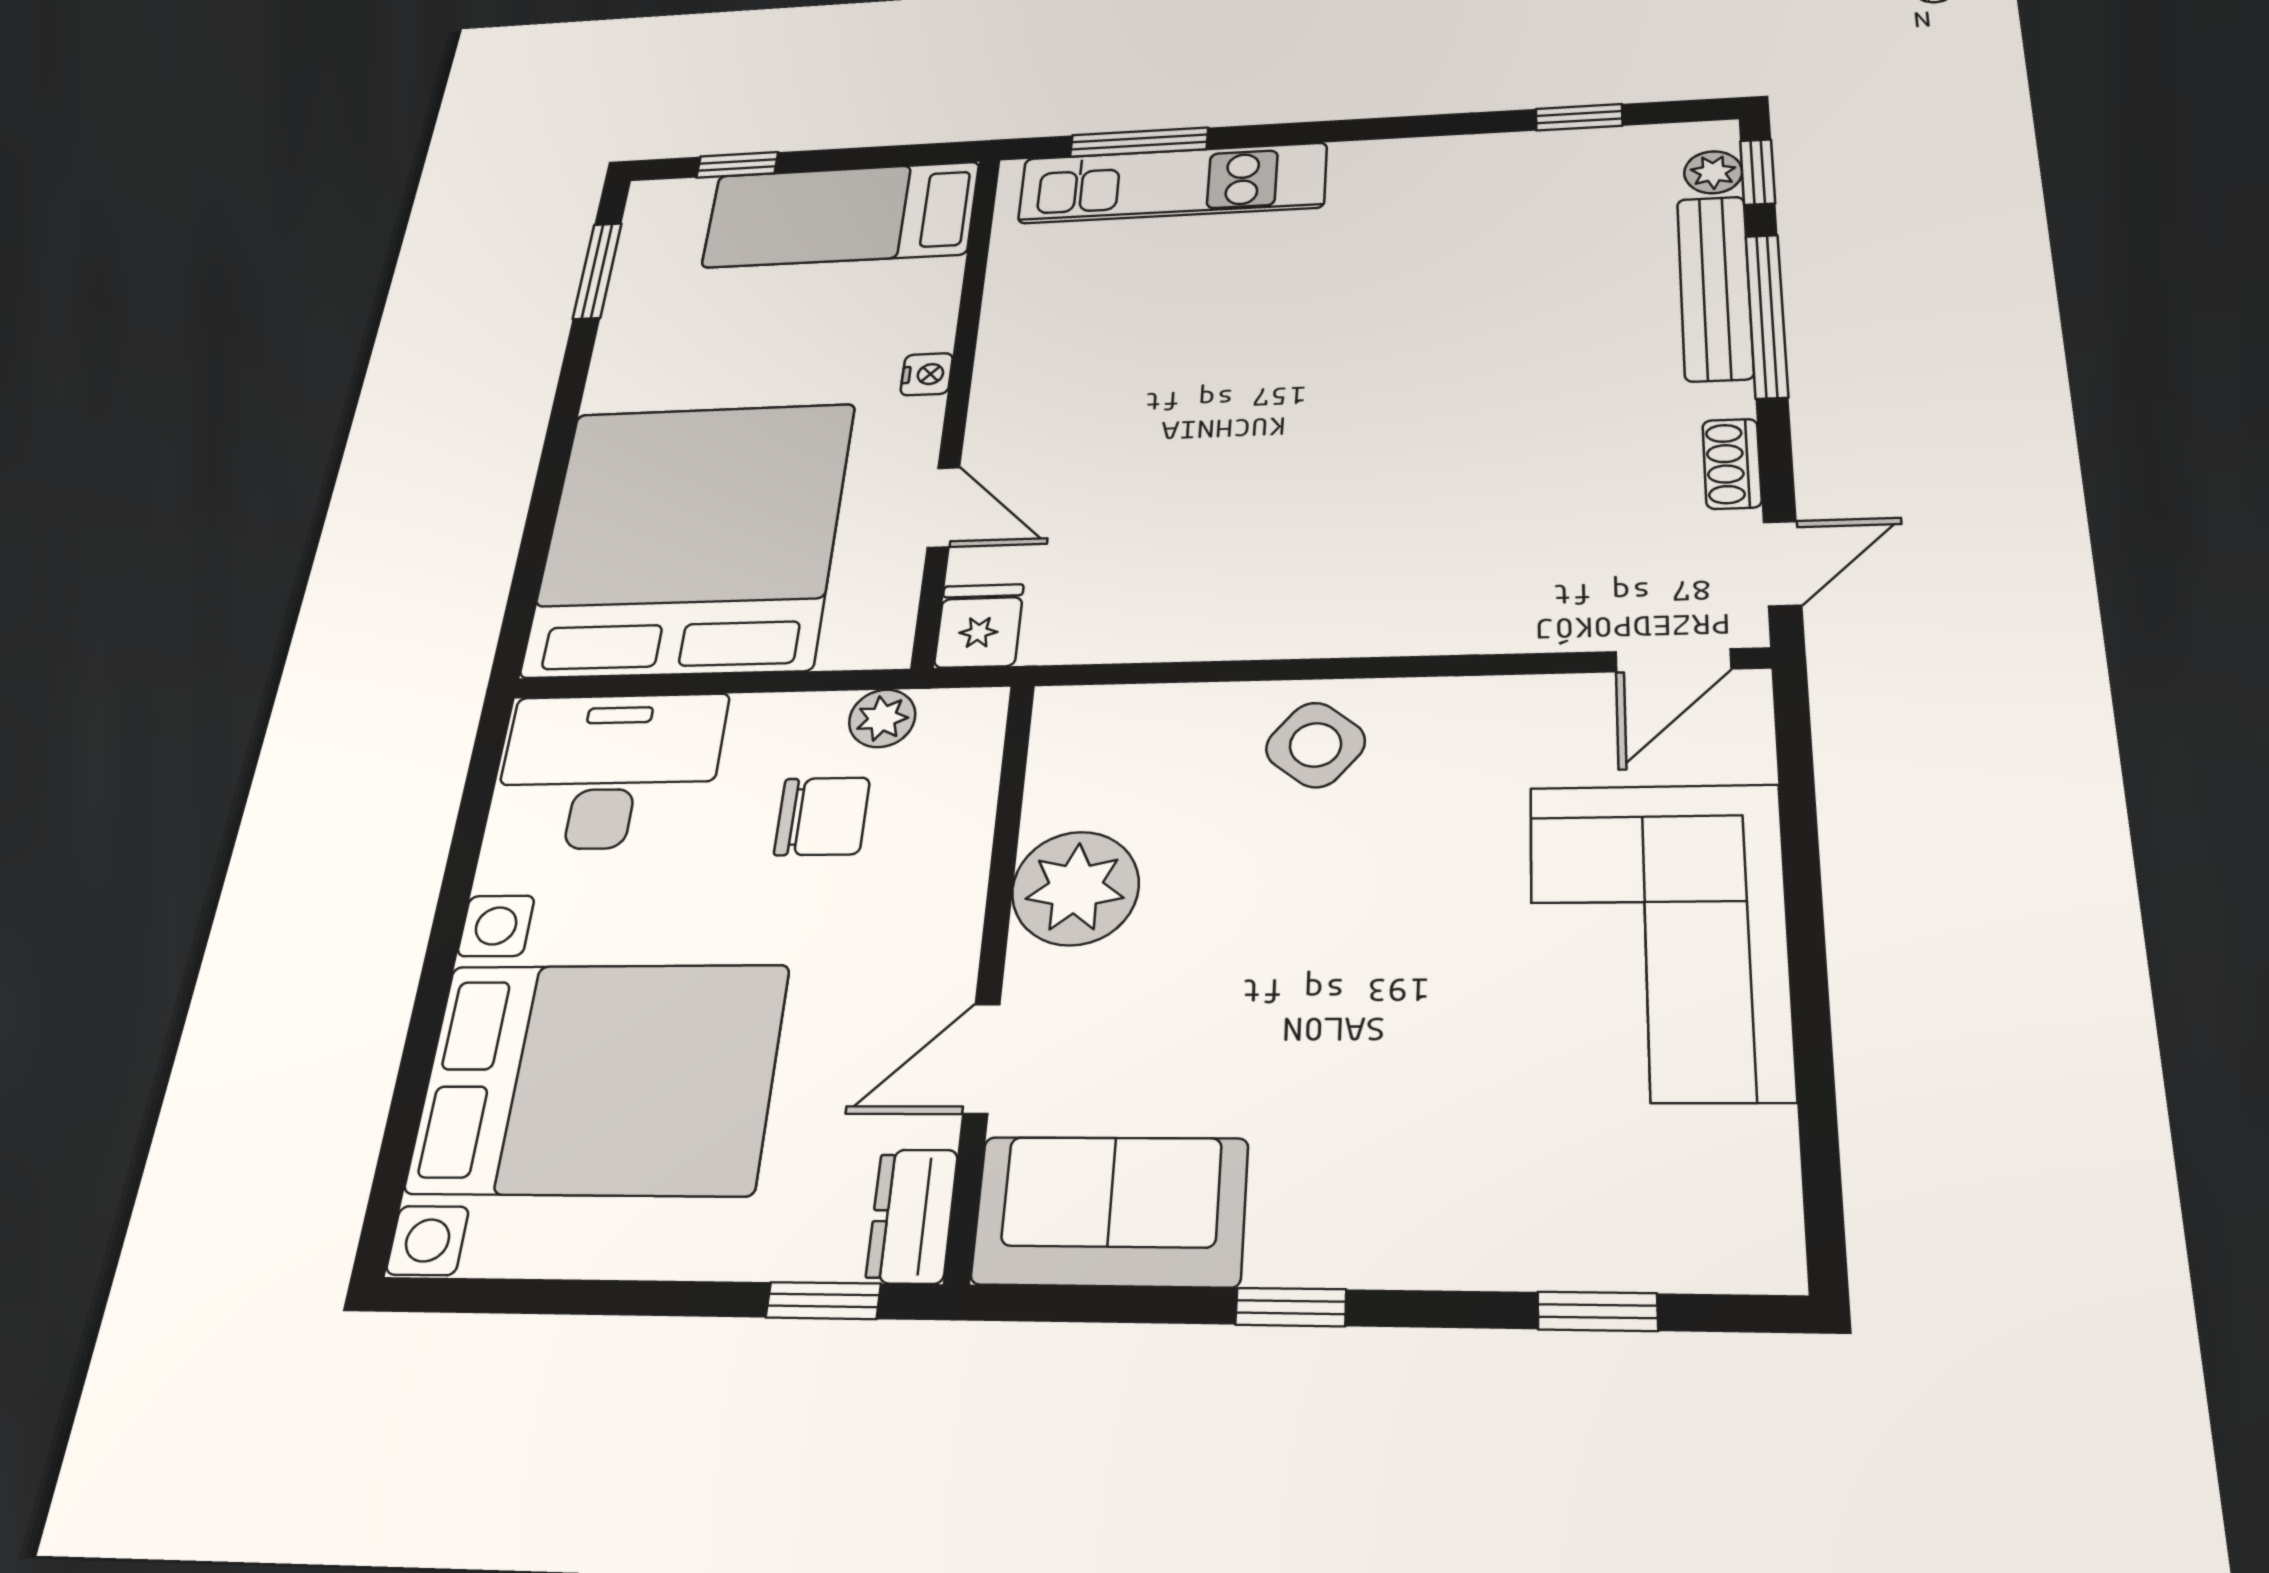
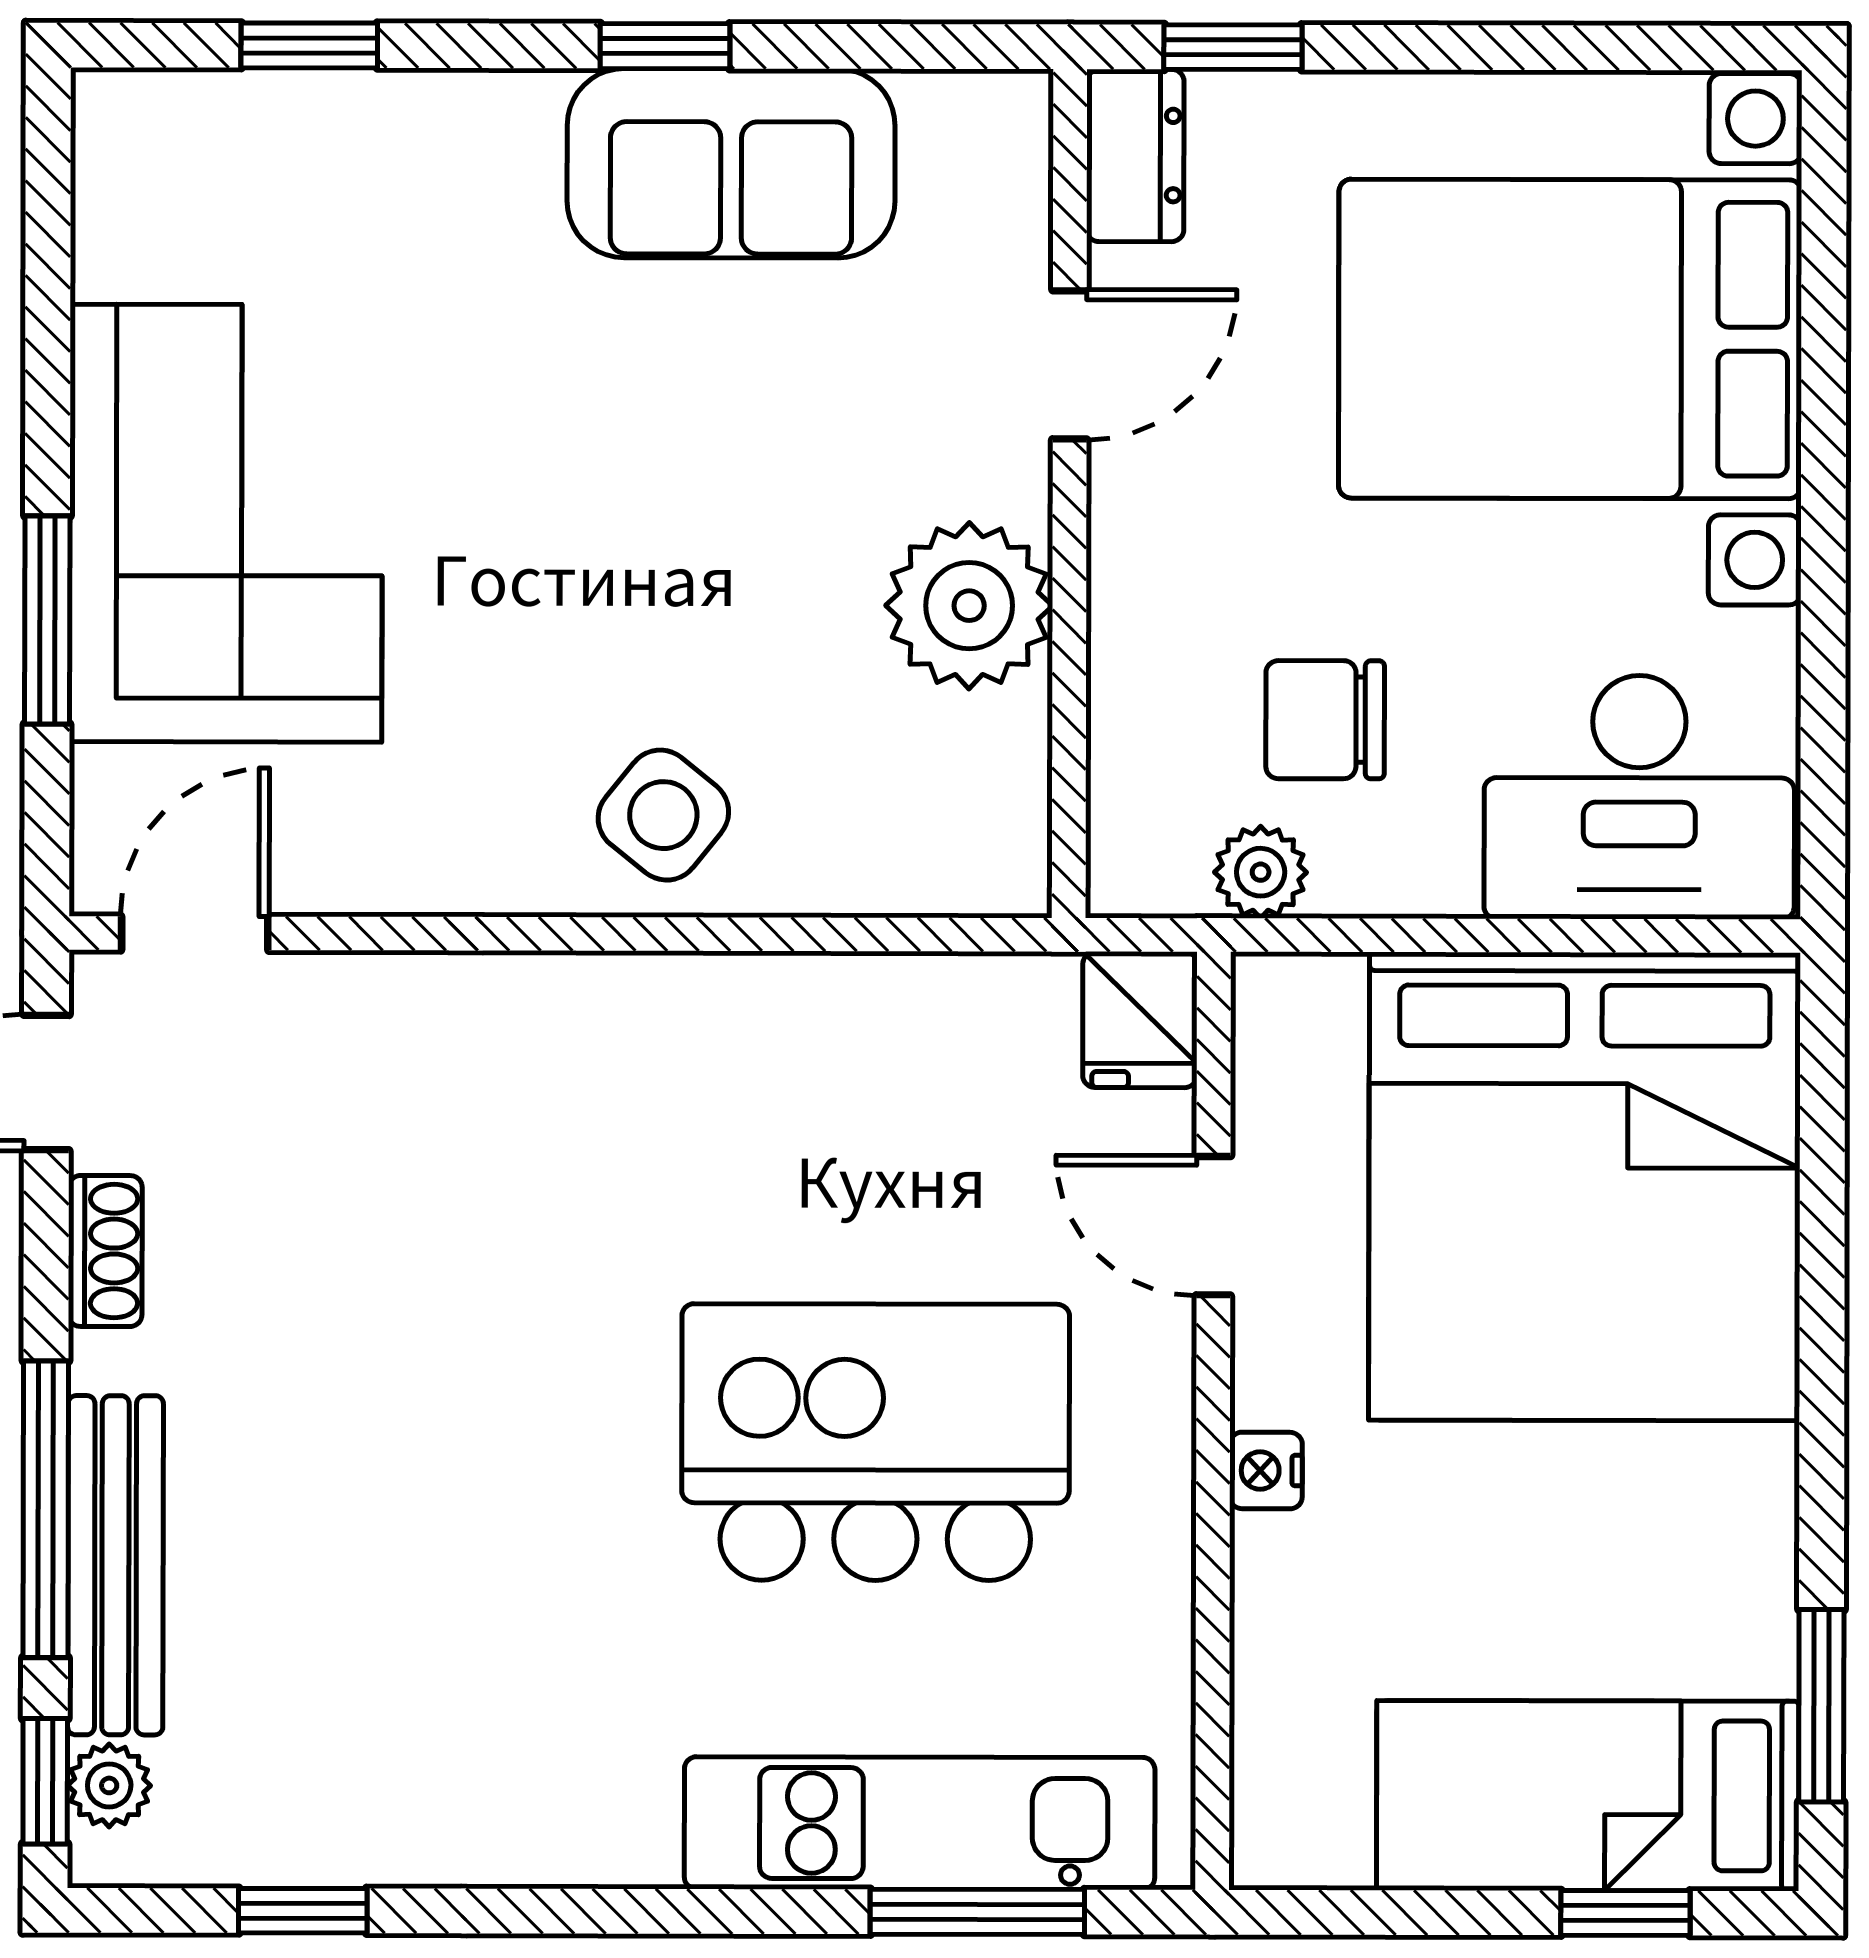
bed: (841, 215) -> (1588, 1796), moved, turned 180
kitchen island: (1186, 378) -> (876, 1442), added
window: (1802, 869) -> (47, 620), added
sofa: (1110, 1211) -> (731, 163), moved

